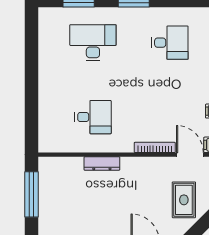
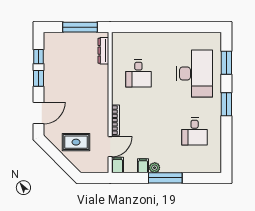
desk: (93, 43) -> (195, 74), width x1.36, depth x1.30
dresser: (102, 163) -> (103, 51), moved

